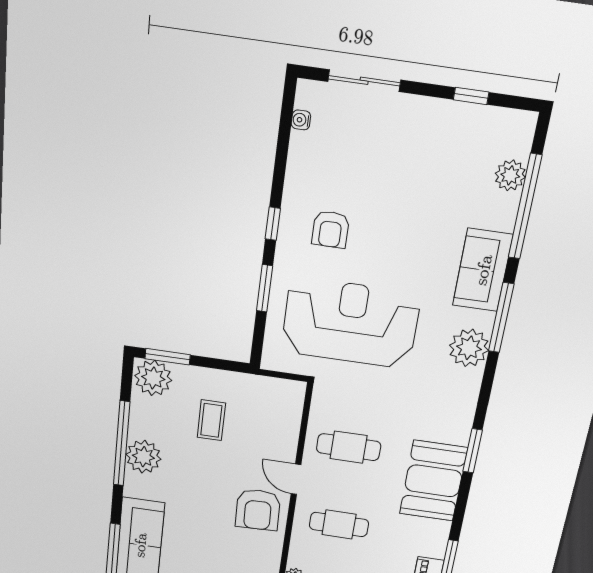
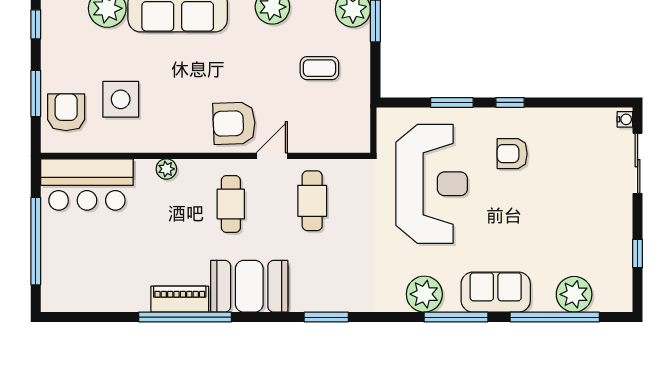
water cooler: (301, 120) -> (625, 119), moved, turned 90
plant: (510, 175) -> (574, 294), width x1.36, depth x1.36
booth: (433, 481) -> (249, 286), moved

